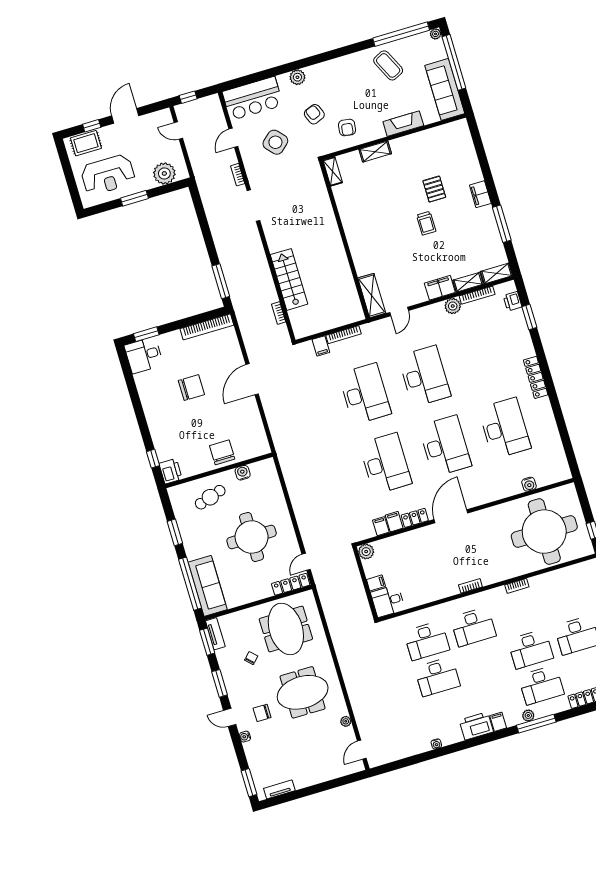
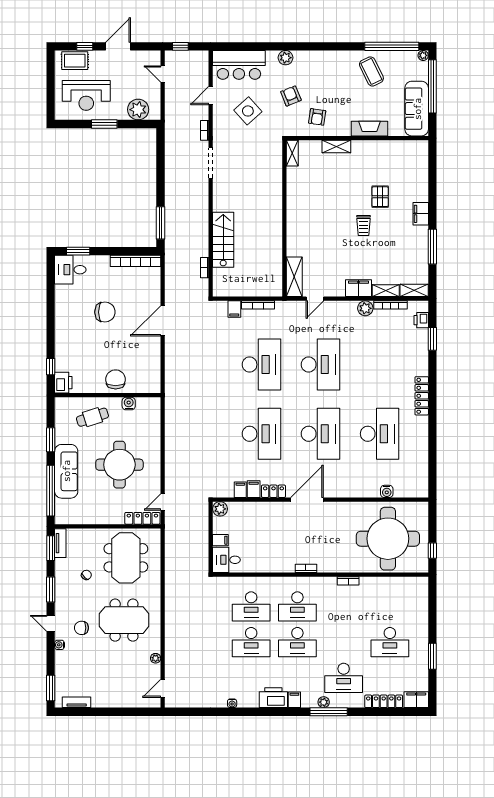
sofa: (208, 586) -> (66, 471), moved
desk: (531, 649) -> (297, 642), moved

